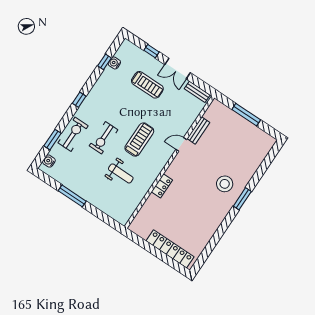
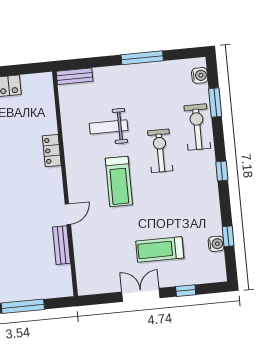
bench: (197, 92) -> (75, 76), moved
exercise bike: (73, 134) -> (197, 127), turned 180

